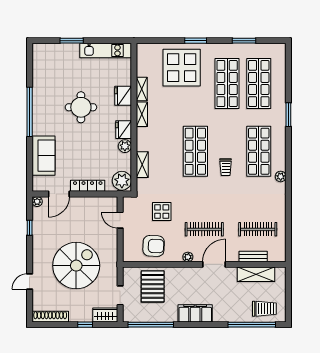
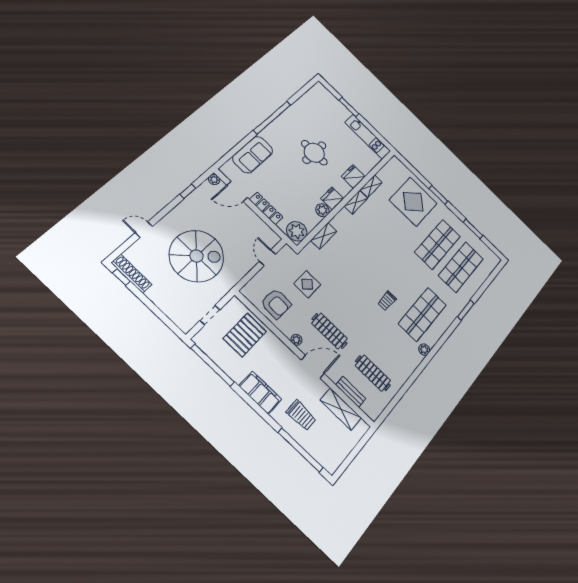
shop shelf: (195, 151) -> (374, 267), removed
trolley: (264, 309) -> (301, 415), moved
wardrobe: (105, 315) -> (181, 319), removed
window: (85, 325) -> (121, 277), moved

